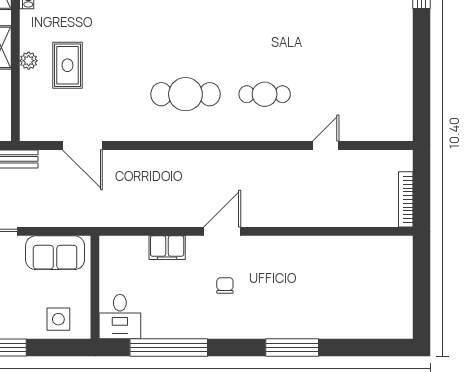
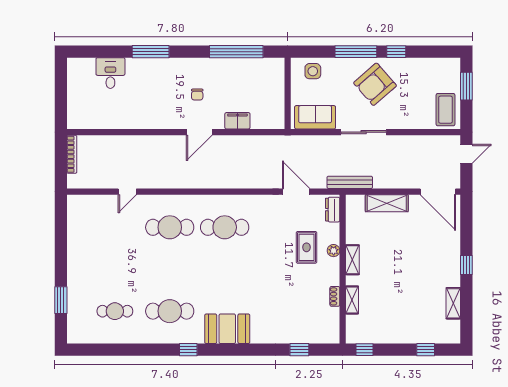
cafe table: (265, 94) -> (170, 227), width x1.37, depth x1.35
dresser: (30, 120) -> (333, 210), added
desk: (120, 317) -> (110, 73), moved

